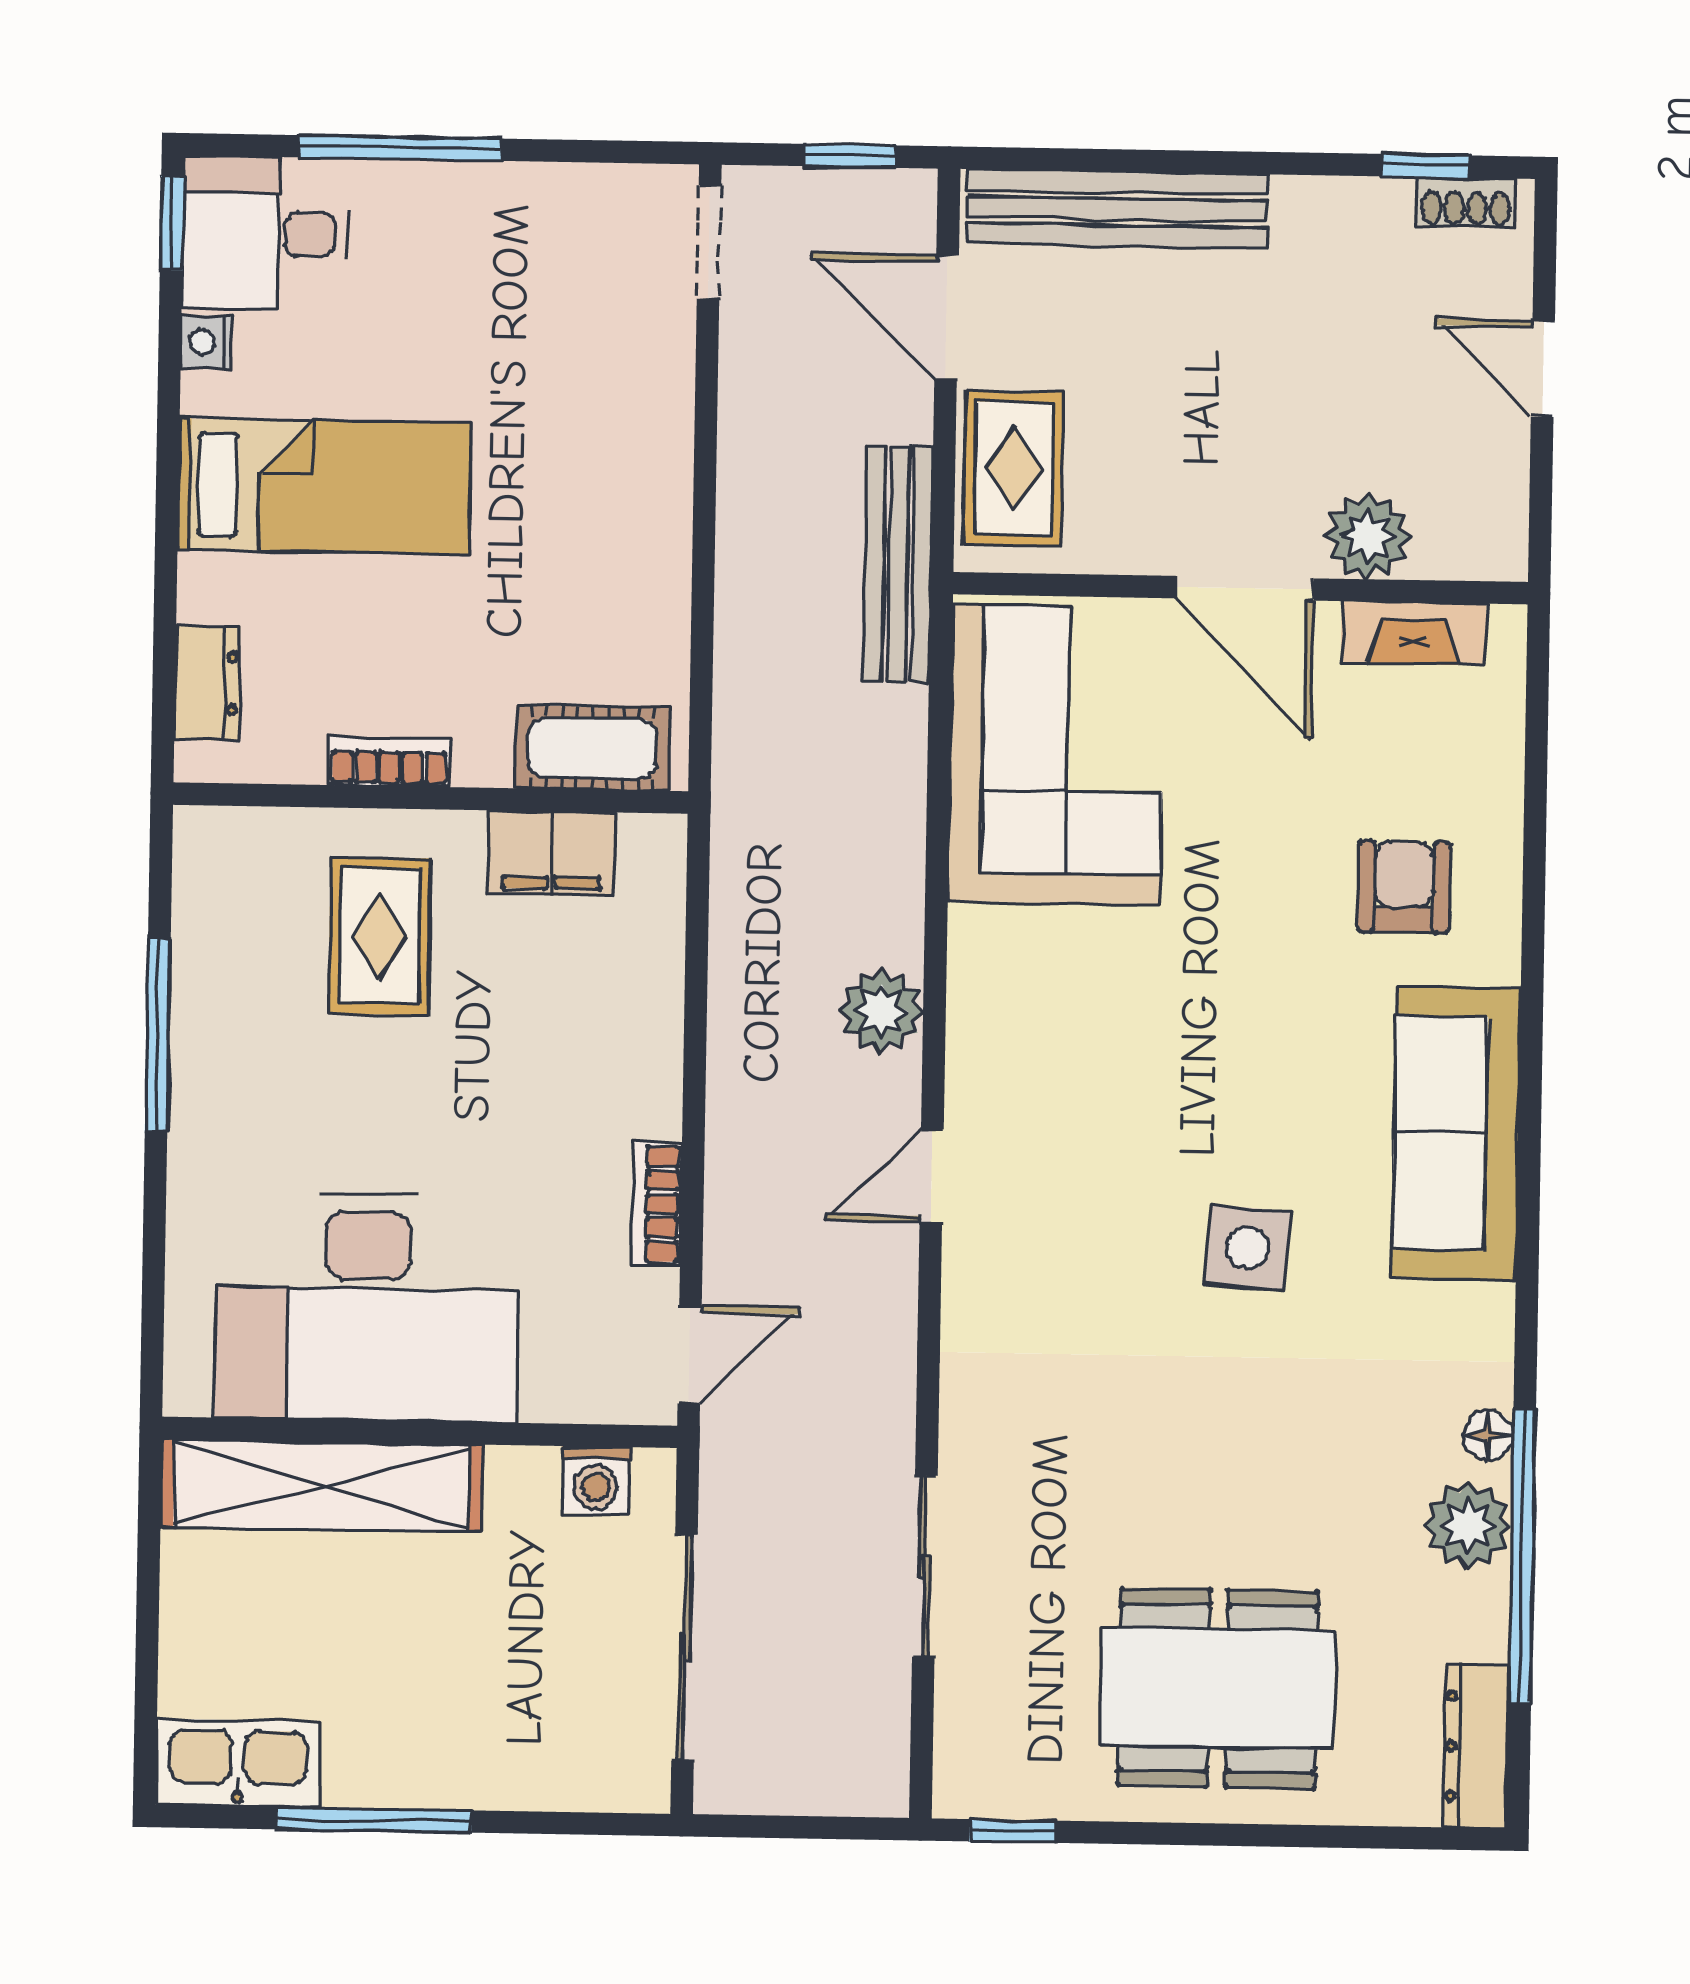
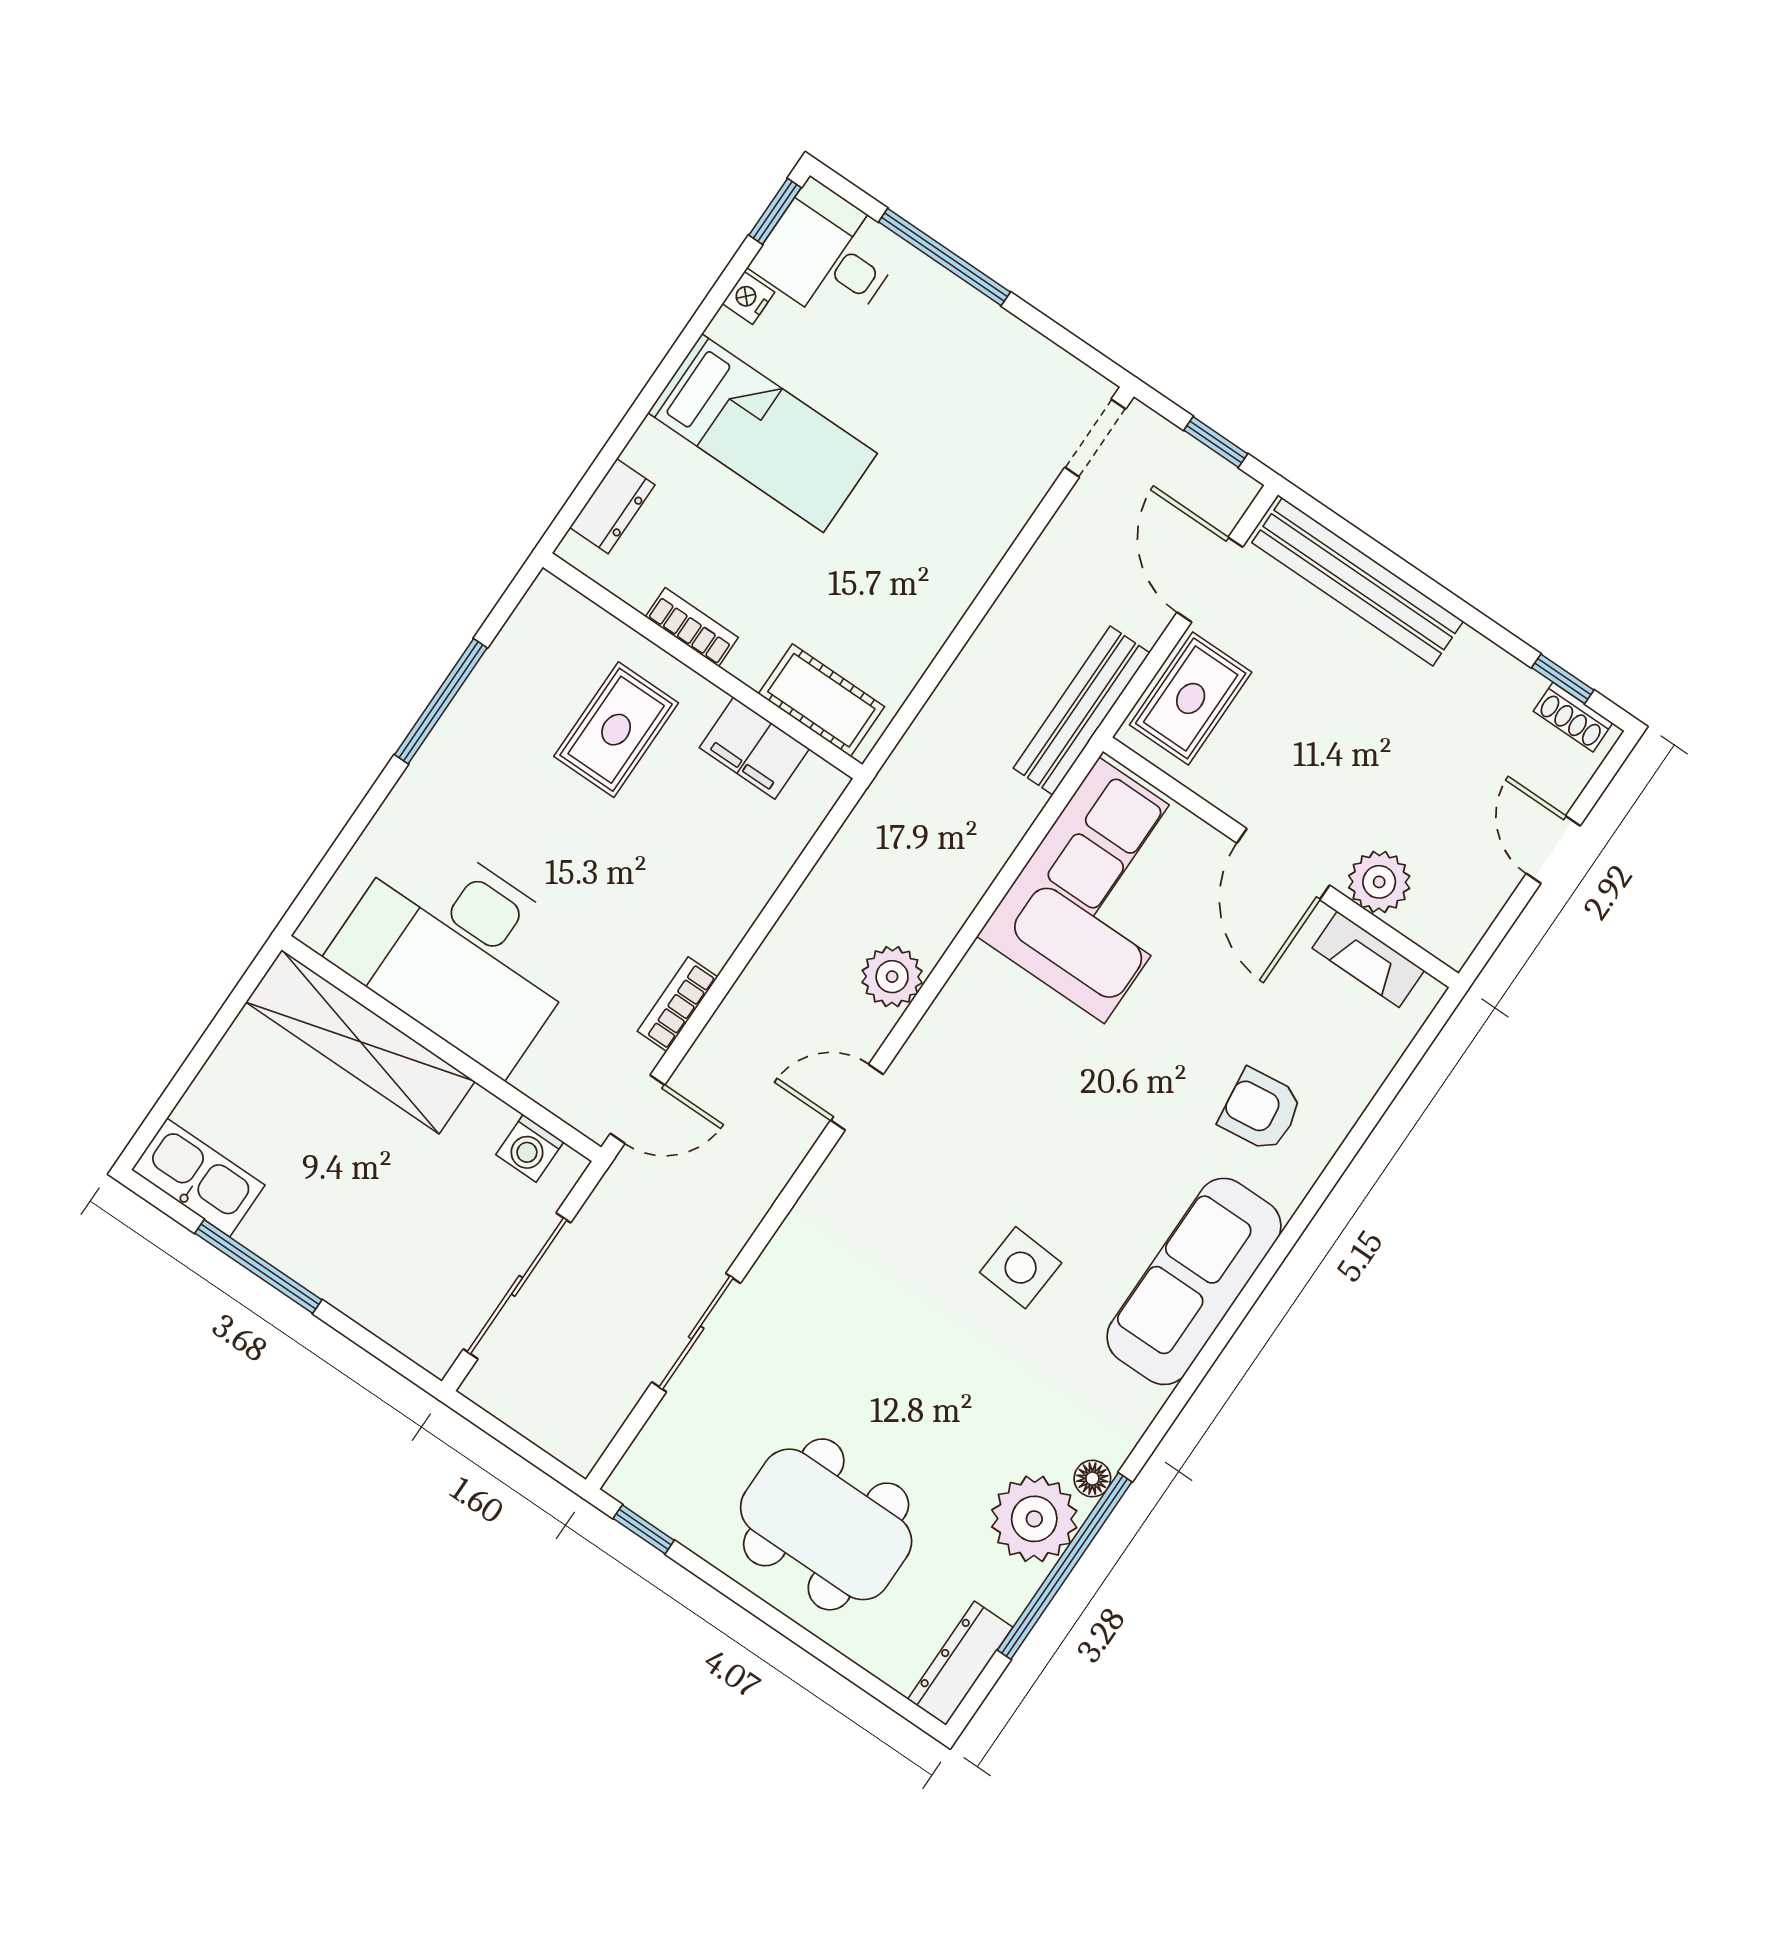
armchair: (1404, 887) -> (1261, 1110), turned -97
plant: (1468, 1525) -> (1034, 1519), width x1.36, depth x1.36

